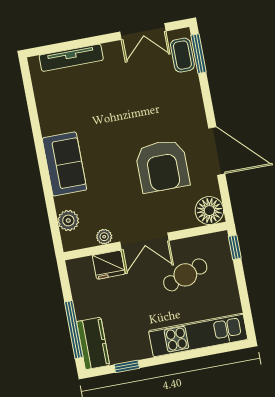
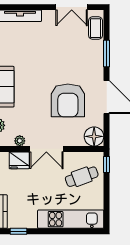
window: (199, 54) -> (107, 53), moved
cafe table: (185, 275) -> (82, 177), moved

